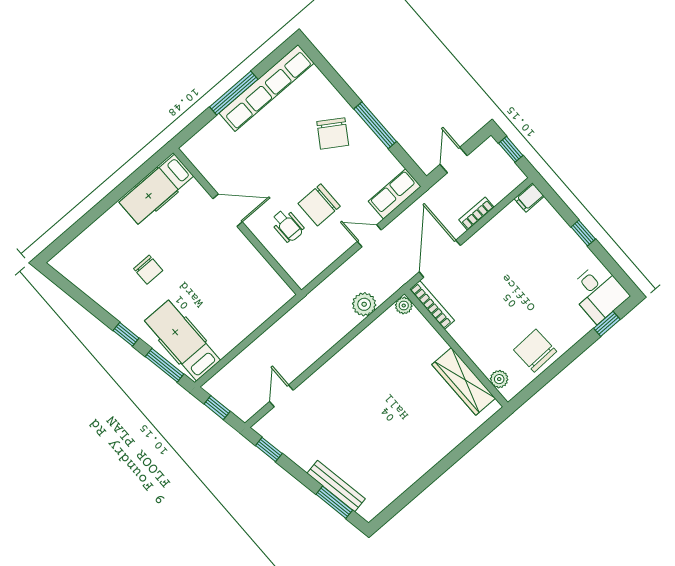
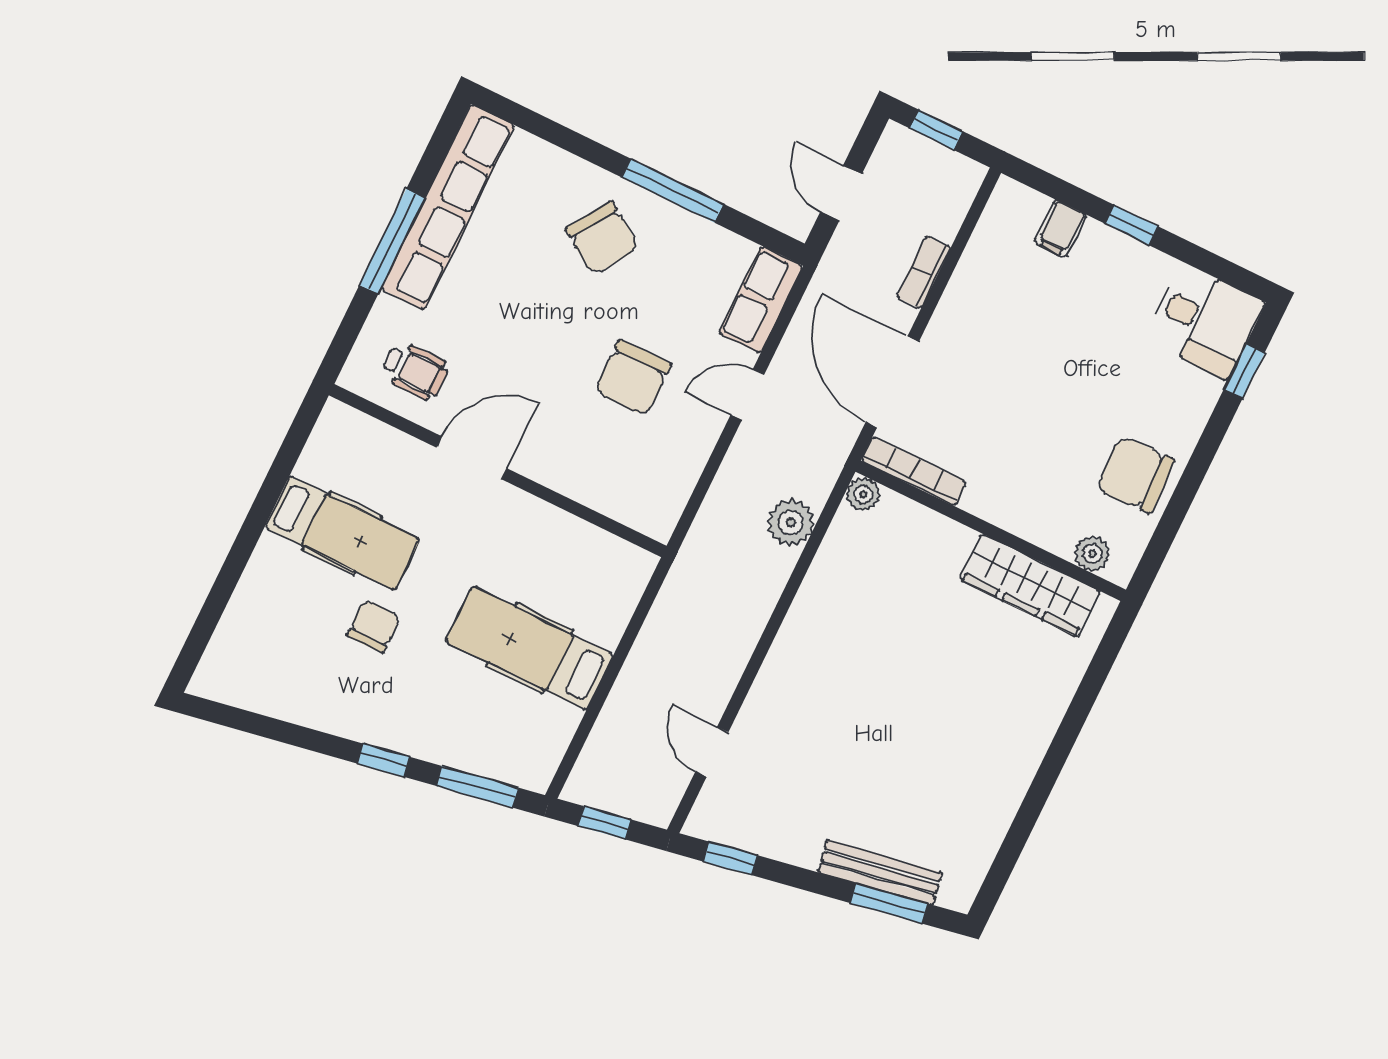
hospital bed: (156, 189) -> (342, 533), moved, turned -90
filing cabinet: (529, 197) -> (1061, 229), moved
wheelchair: (287, 226) -> (415, 371), moved
chair: (148, 270) -> (374, 626), turned -90
hospital bed: (183, 340) -> (530, 648), moved

